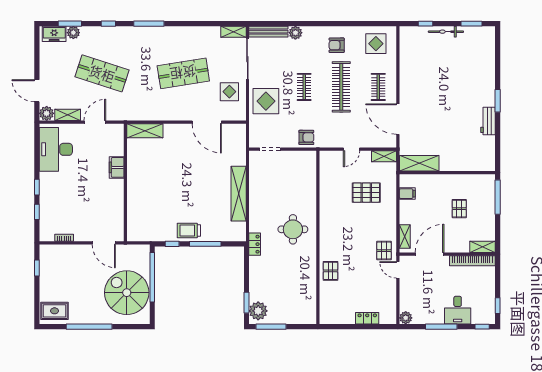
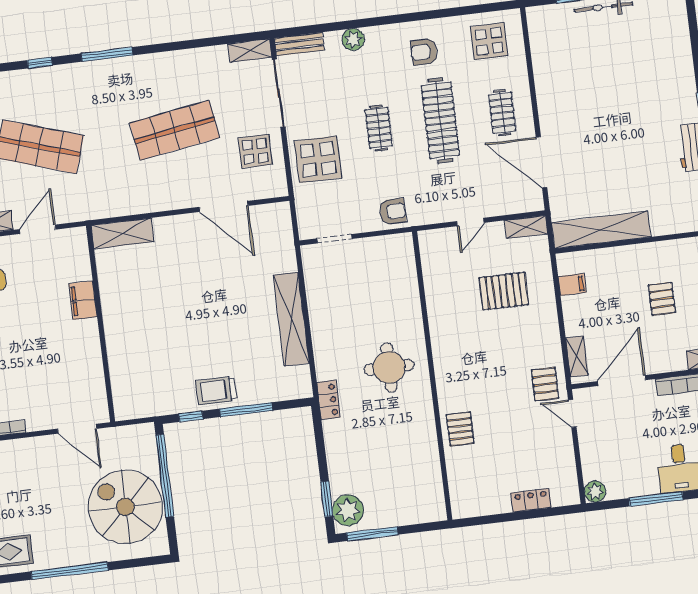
bench: (268, 32) -> (299, 44), width x0.73
shelving: (419, 163) -> (601, 230), width x1.47

